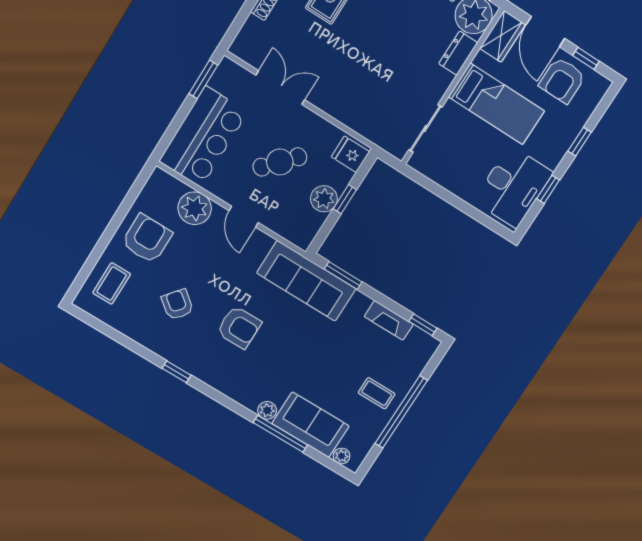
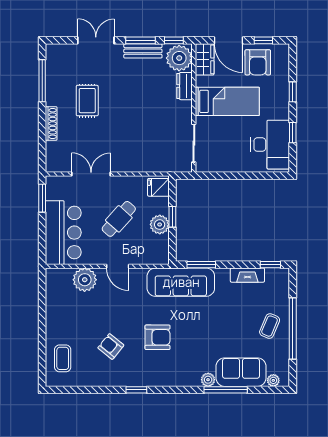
armchair: (147, 239) -> (67, 317), removed
coffee table: (377, 393) -> (270, 326), turned -67

